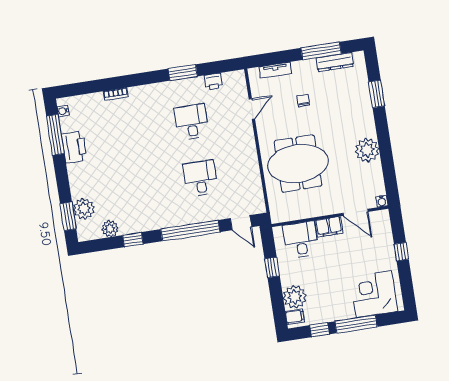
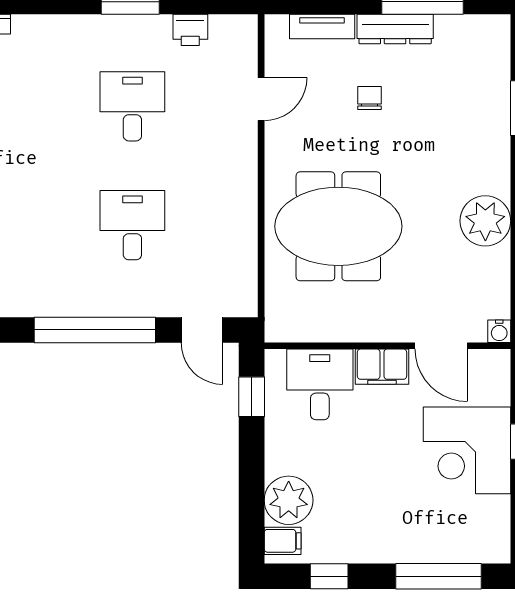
dresser: (335, 62) -> (395, 29), moved
window: (272, 267) -> (252, 397), moved
corner desk: (374, 294) -> (467, 450), moved, turned -90
window: (356, 324) -> (439, 576), moved

